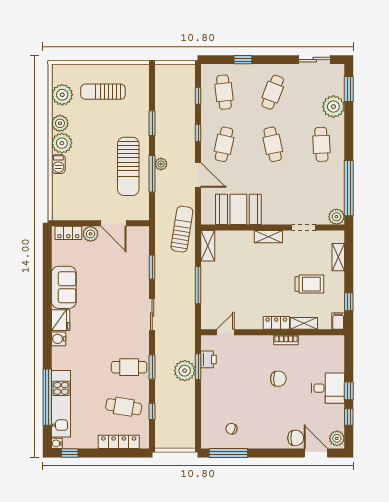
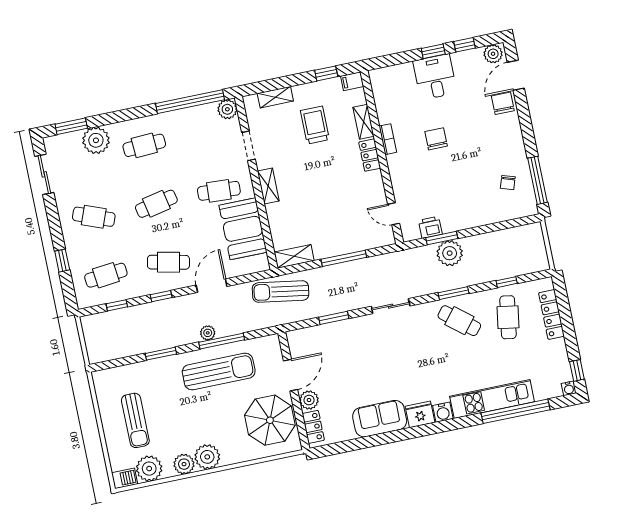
barbecue: (58, 164) -> (125, 478), moved
cafe table: (273, 196) -> (219, 191), added
parasol: (81, 199) -> (270, 420), added
cafe table: (129, 367) -> (459, 321), turned -51
kitchen unit: (61, 404) -> (492, 399), moved

